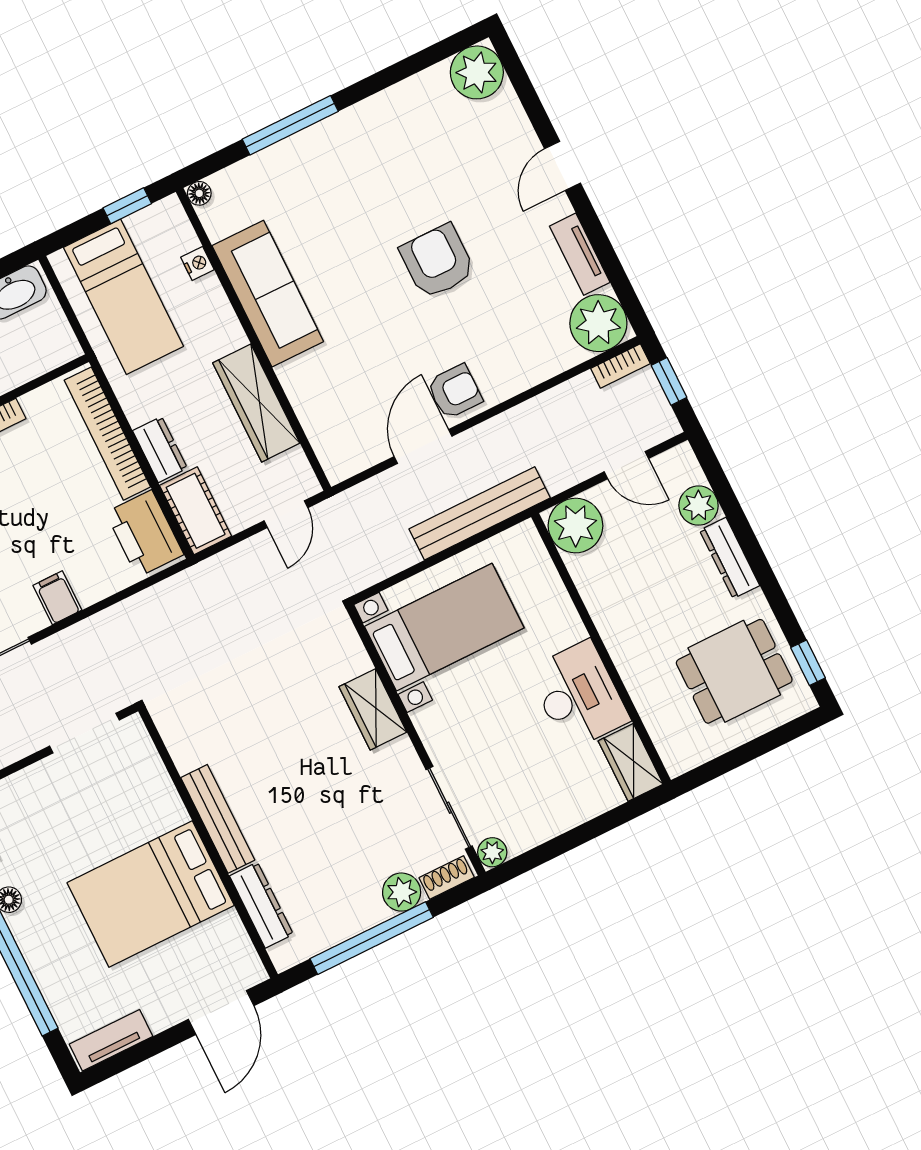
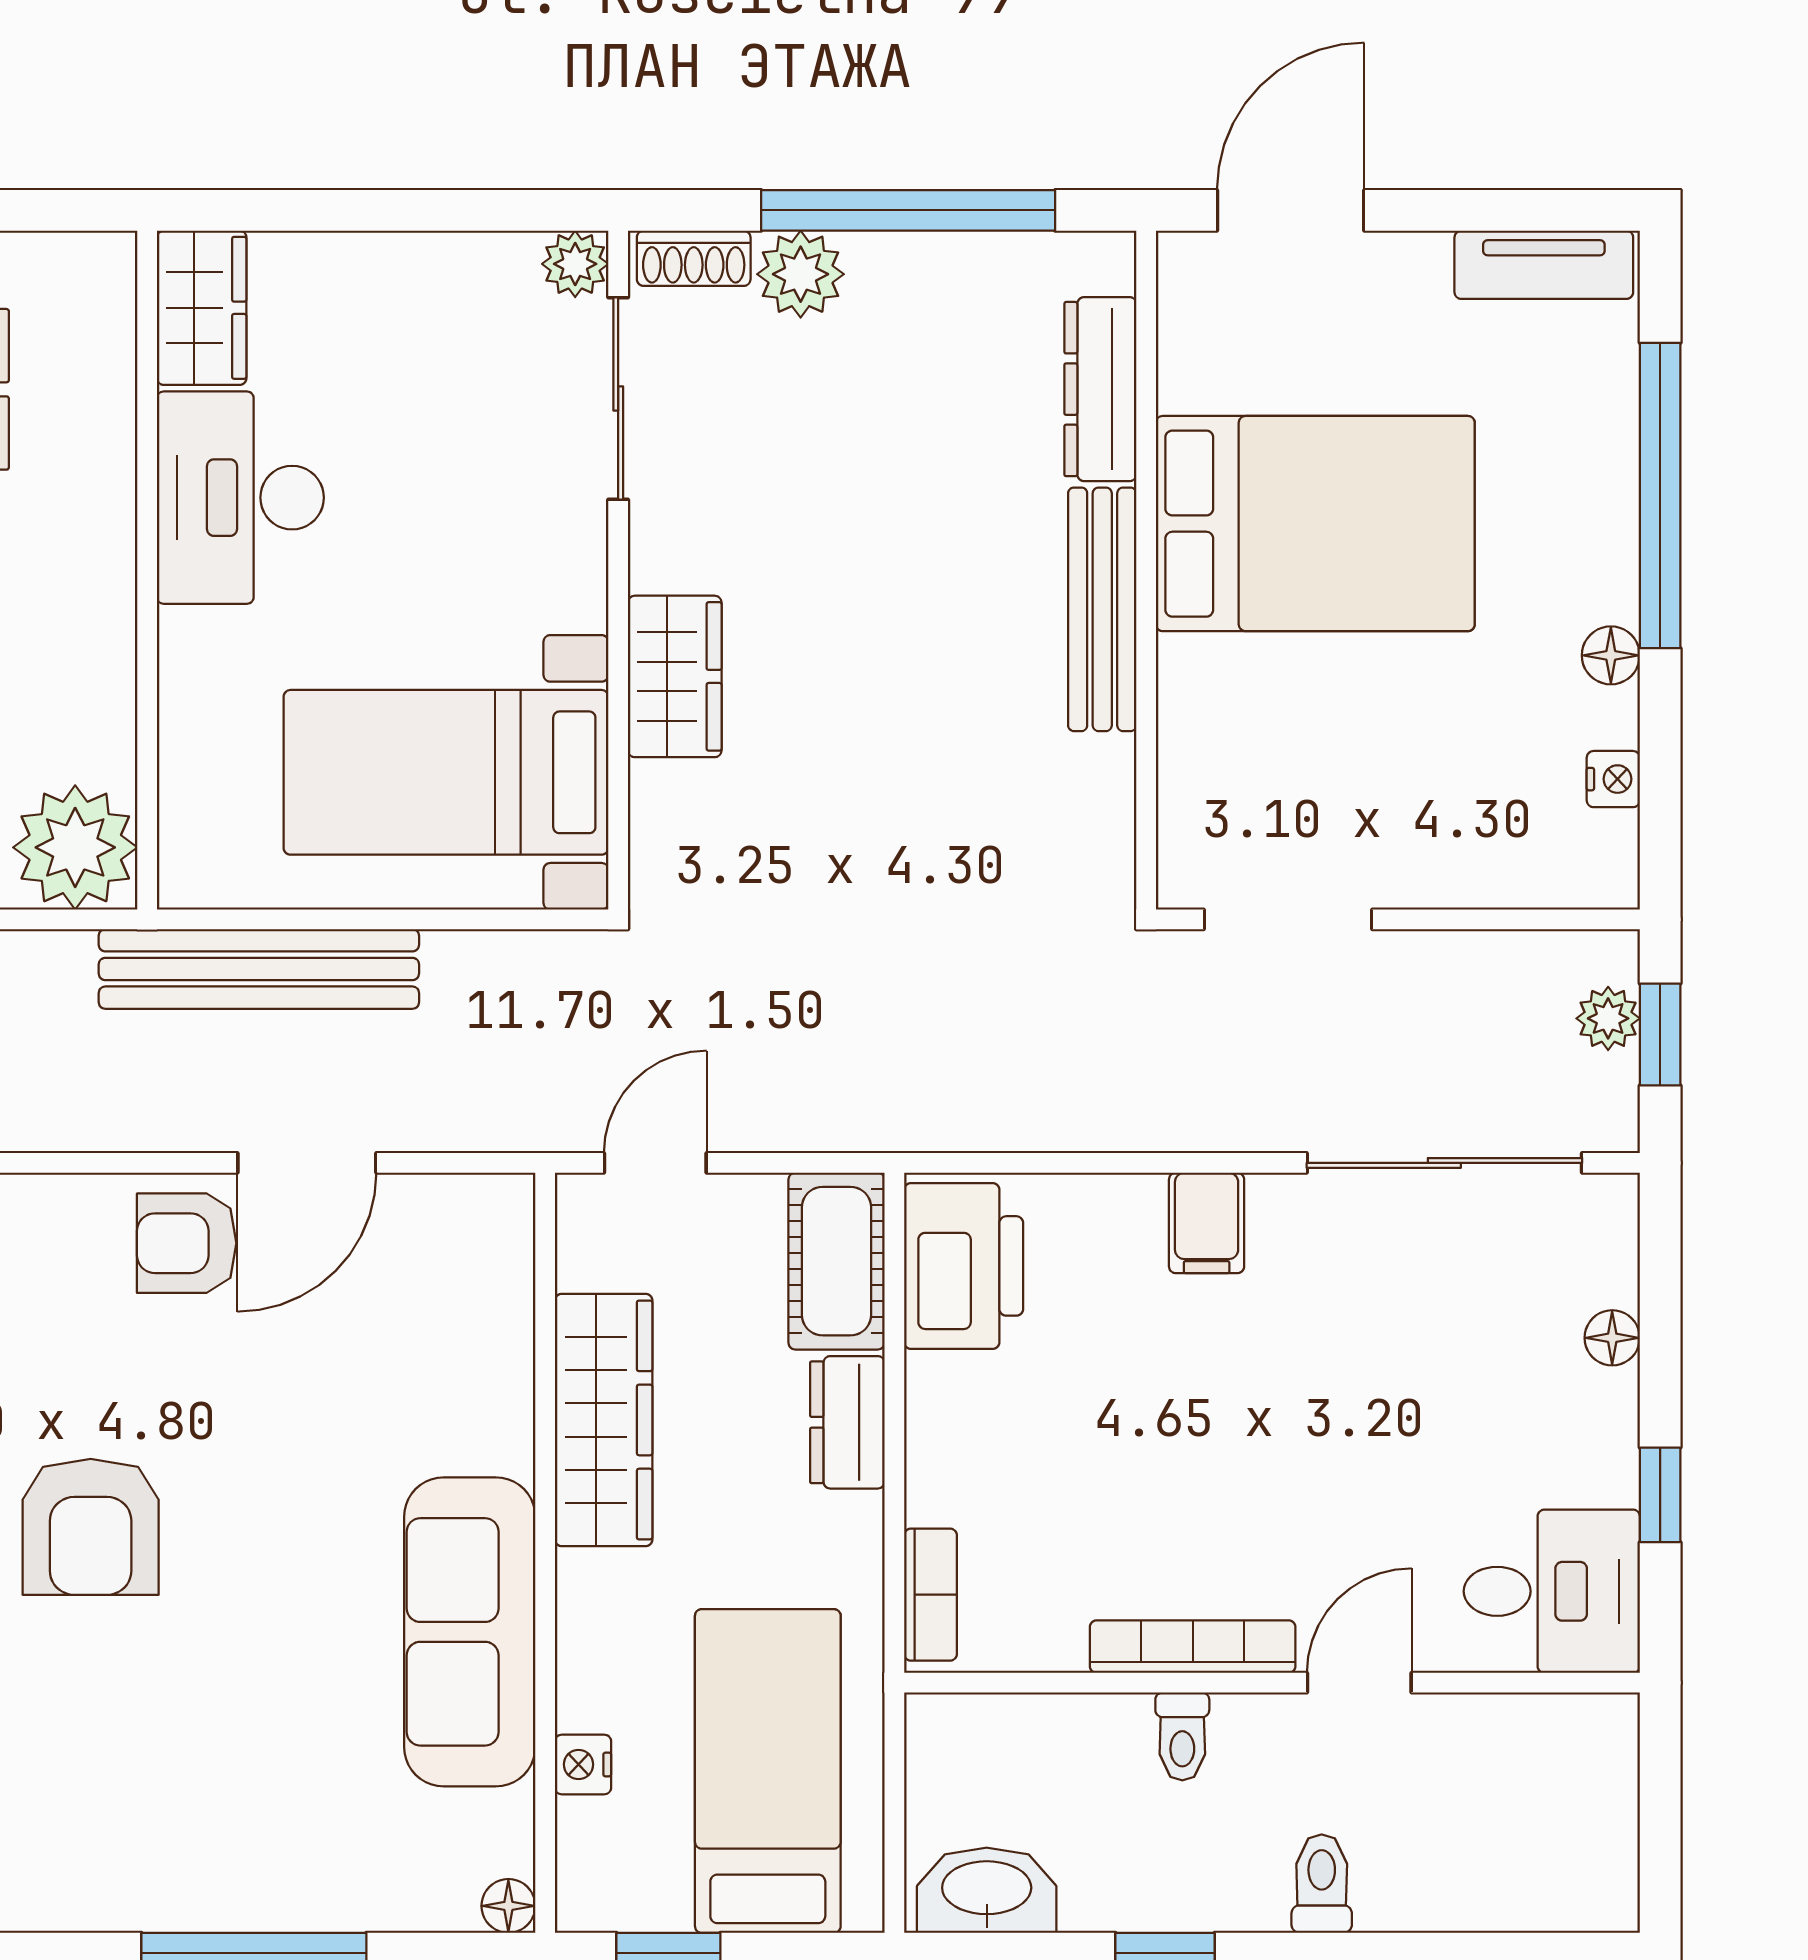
bookcase: (107, 434) -> (930, 1595), width x0.43, depth x0.76

